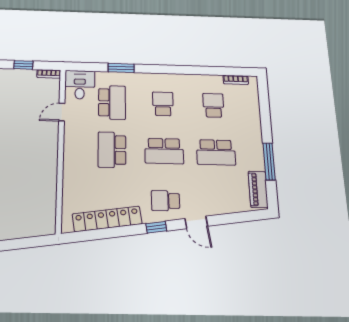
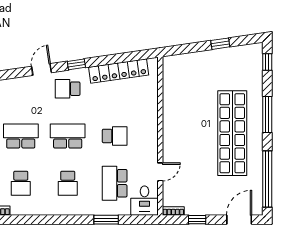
school desk: (112, 150) -> (115, 136), width x0.54
school desk: (166, 201) -> (68, 89), turned 180
door: (196, 222) -> (41, 69), hinge flipped

